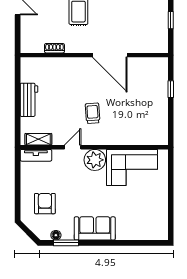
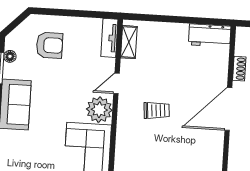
door: (110, 55) -> (228, 109), moved
workbench: (29, 100) -> (210, 35), moved
door: (73, 147) -> (116, 83), swing flipped

